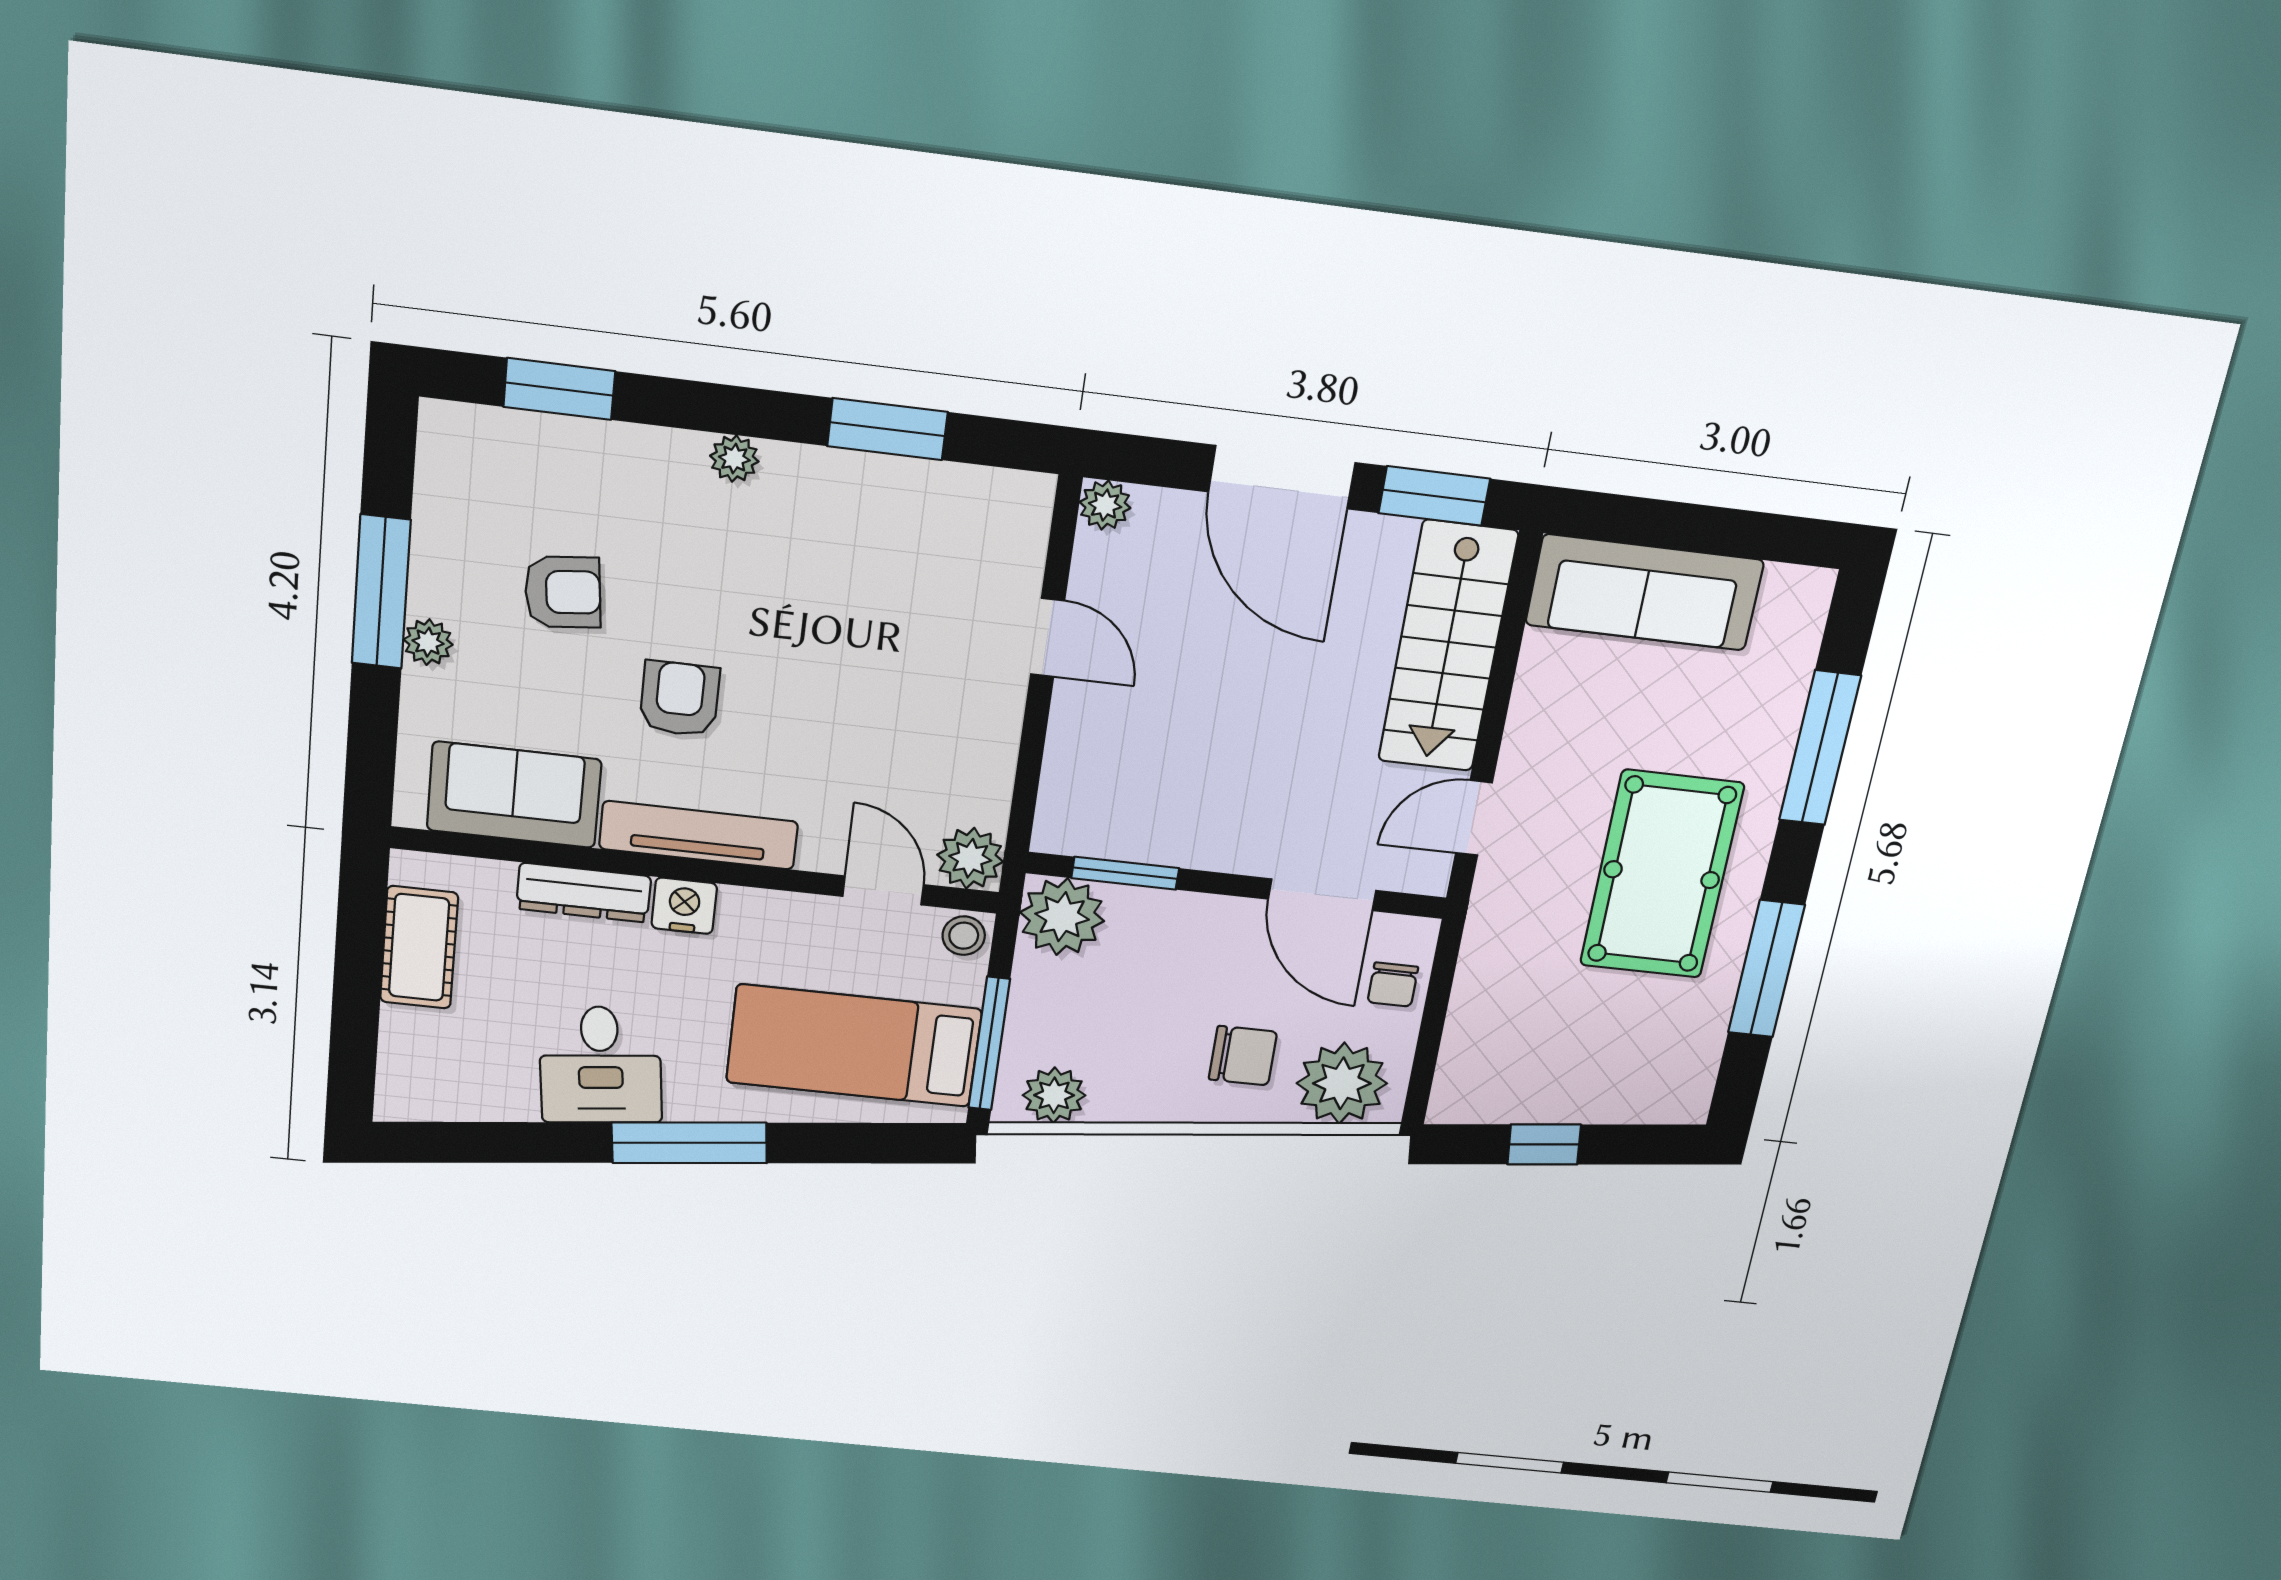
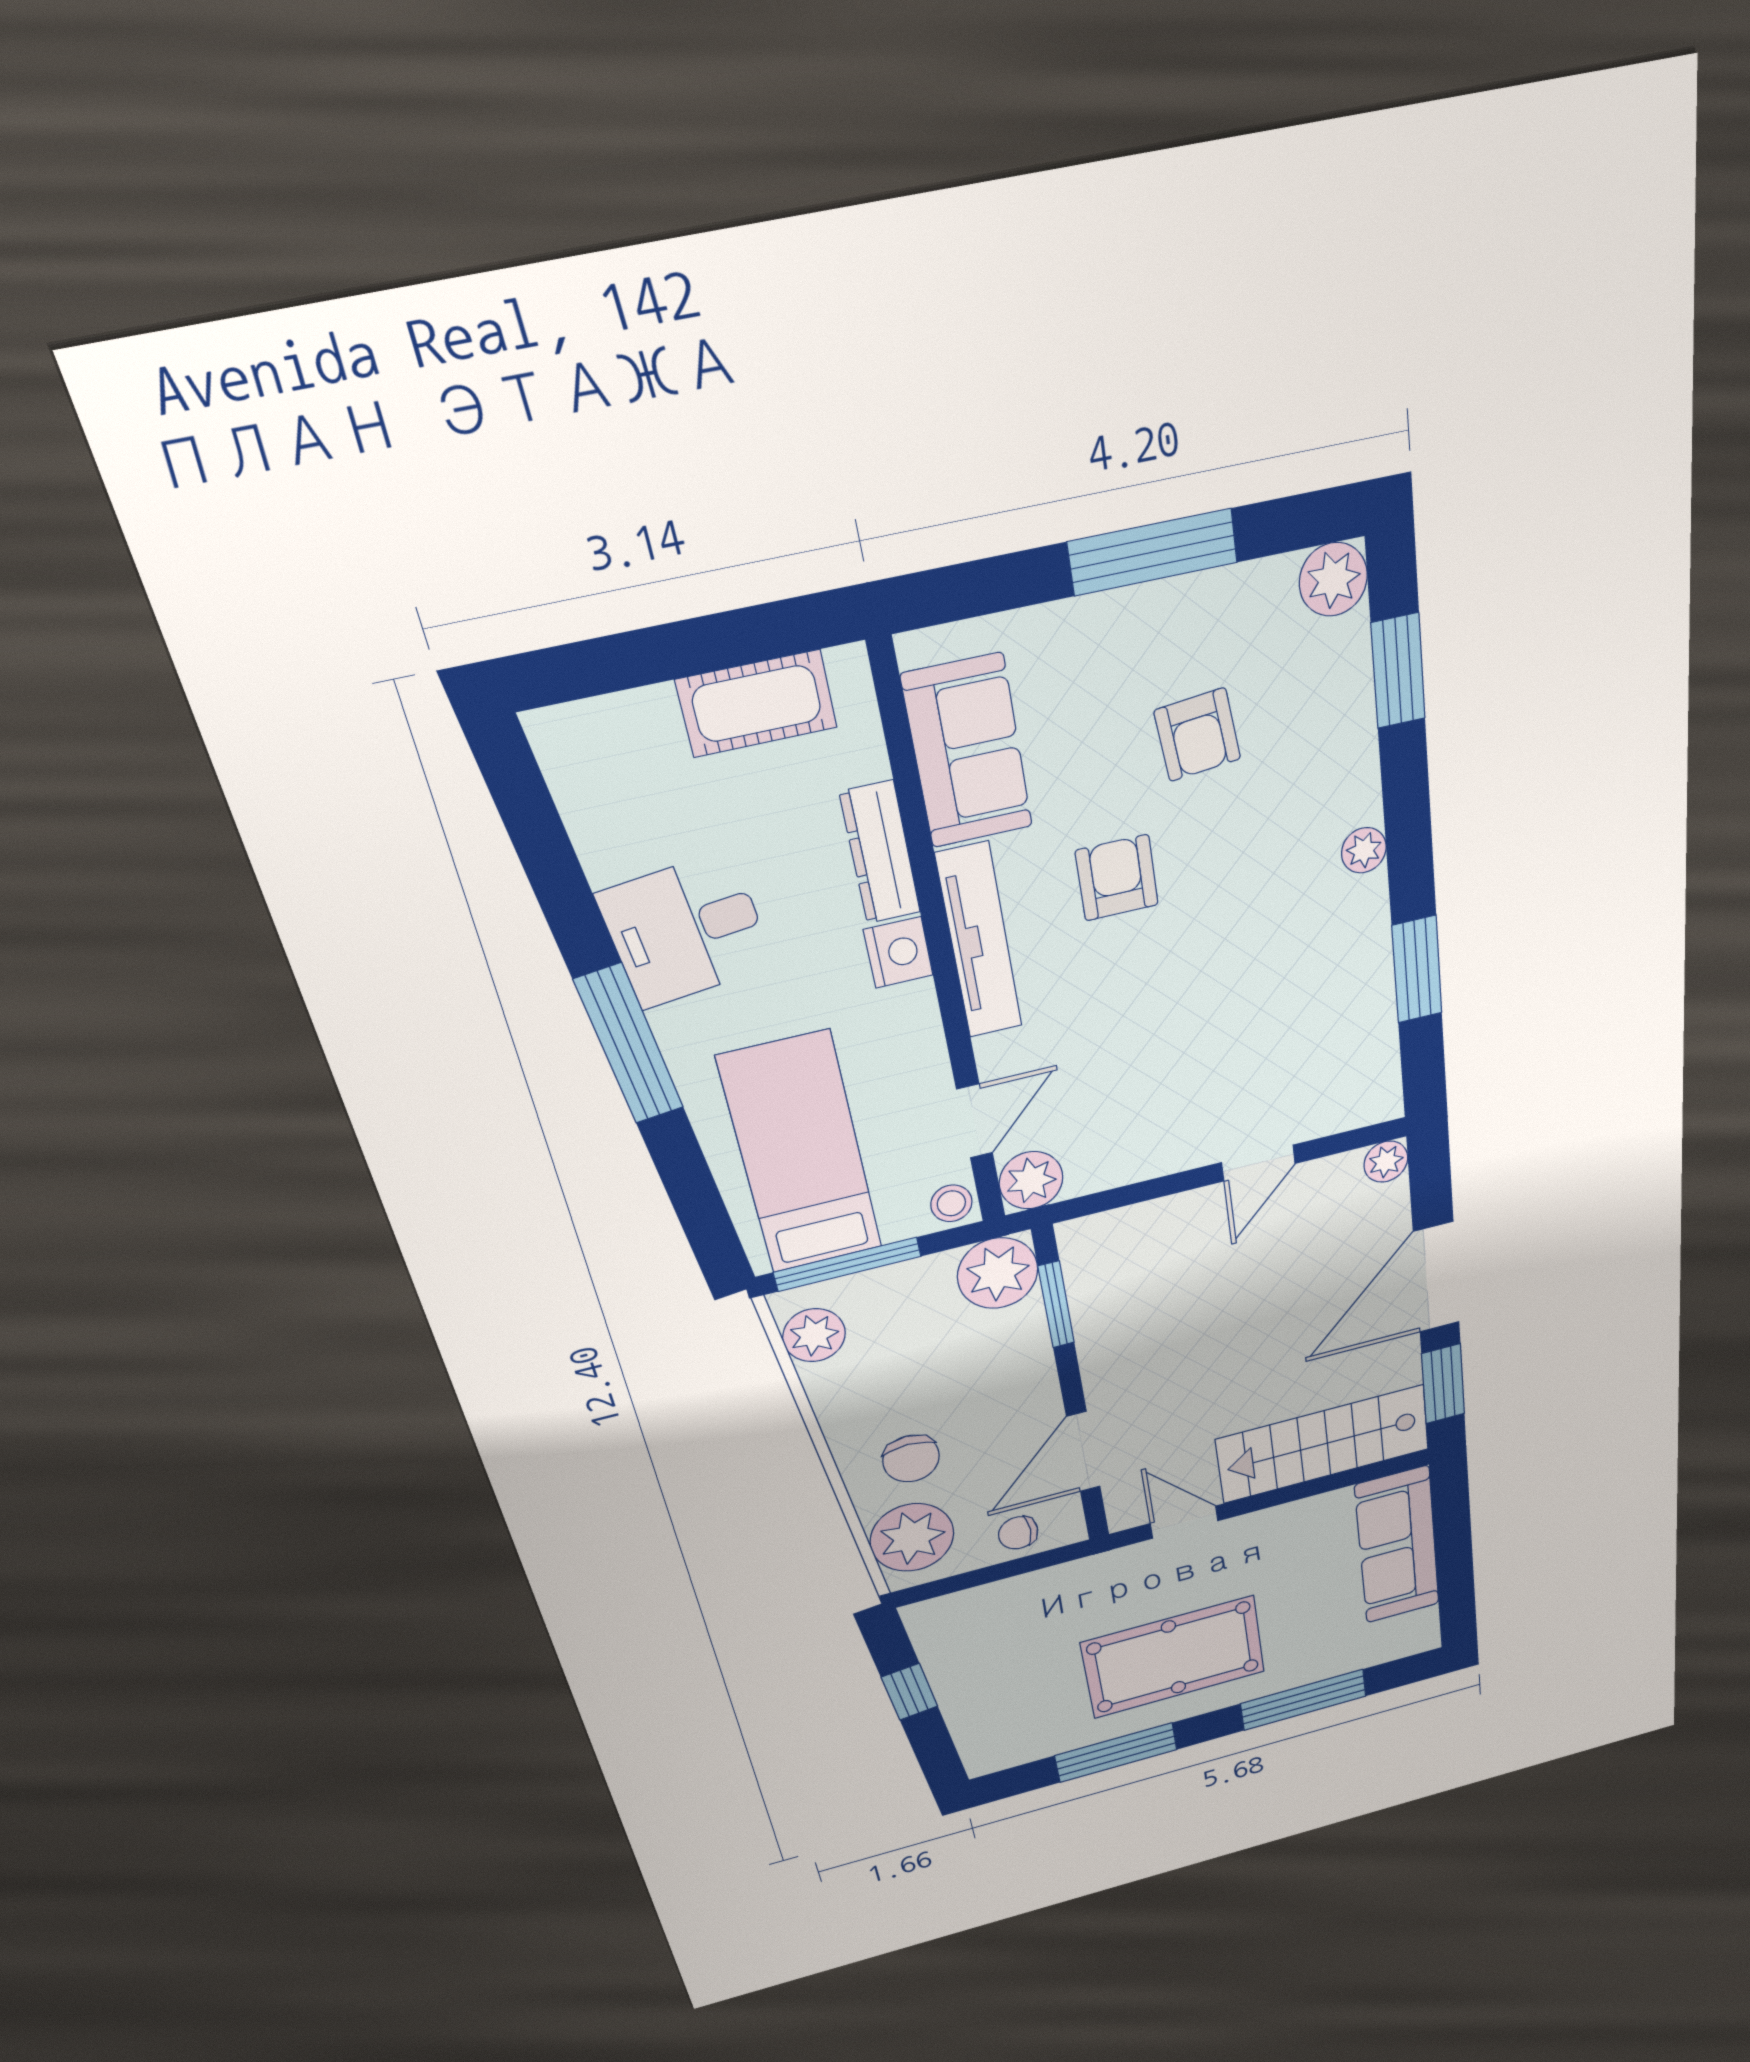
plant: (428, 642) -> (1333, 579), moved, width x1.38, depth x1.38
armchair: (680, 699) -> (1117, 878), turned -90

